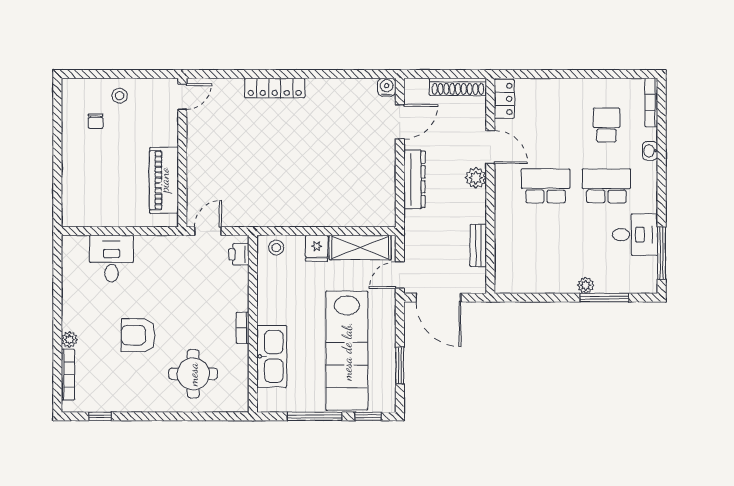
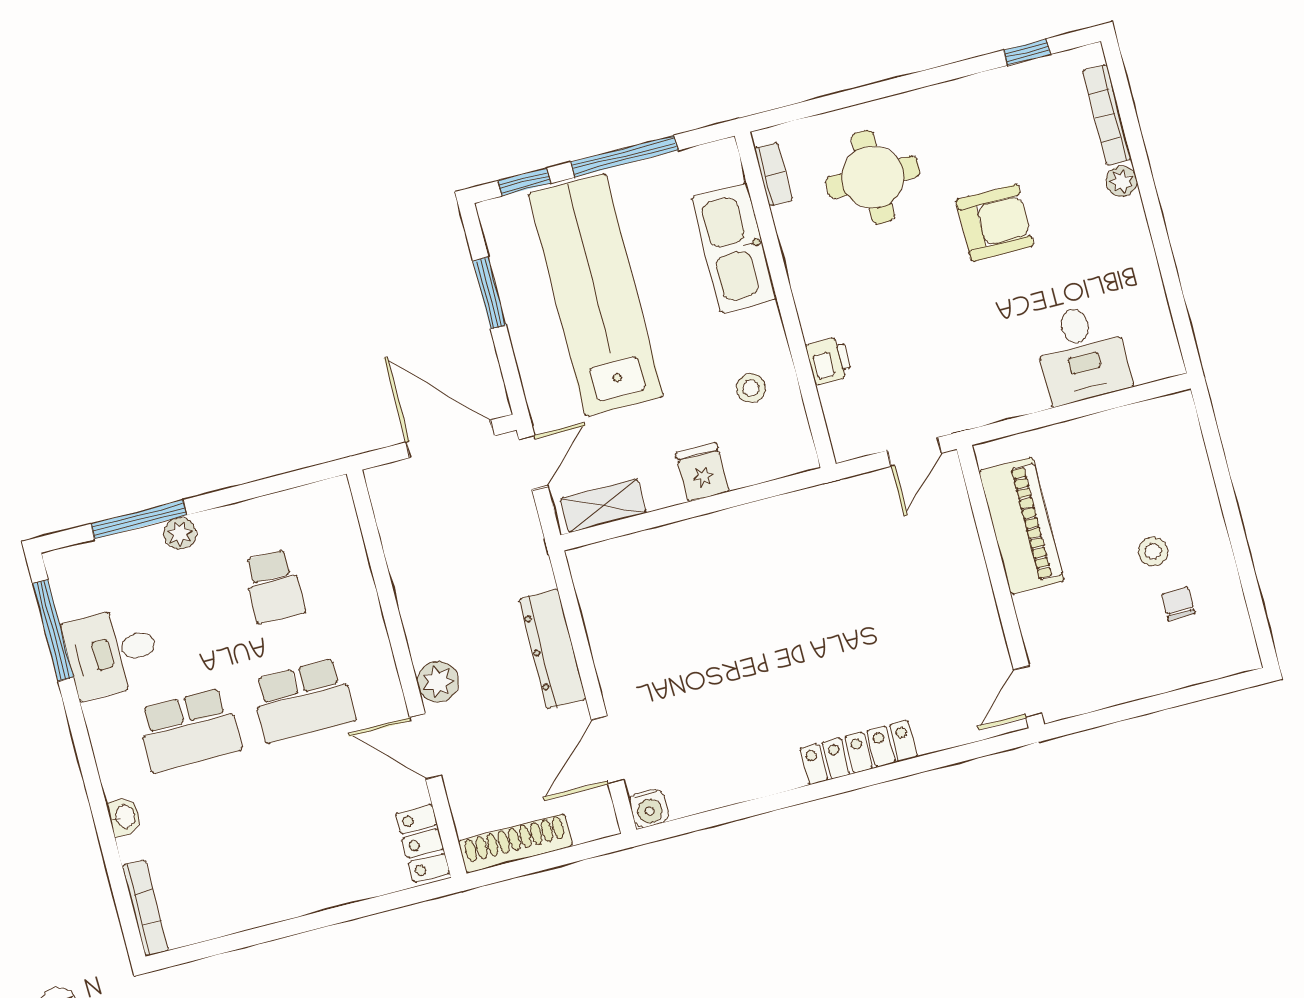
stool: (120, 96) -> (1153, 551), moved
school desk: (606, 125) -> (274, 586), moved
bench: (478, 245) -> (400, 556), removed
shelving: (360, 247) -> (603, 506), width x0.67, depth x0.75
stool: (276, 248) -> (751, 388), moved
printer: (239, 254) -> (829, 360), moved
bookcase: (242, 328) -> (773, 174), moved

